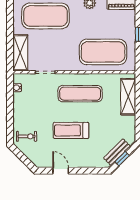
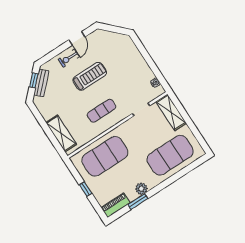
exercise mat: (80, 94) -> (102, 111), width x0.73, depth x0.69
exercise bike: (27, 136) -> (69, 58), moved
door: (61, 171) -> (77, 38), hinge flipped

